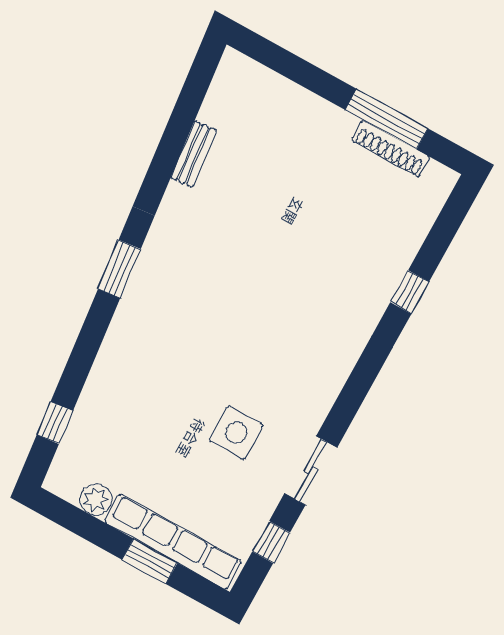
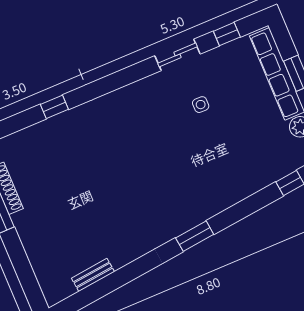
bench: (193, 154) -> (93, 275), moved
side table: (236, 433) -> (201, 105), width x0.54, depth x0.54

